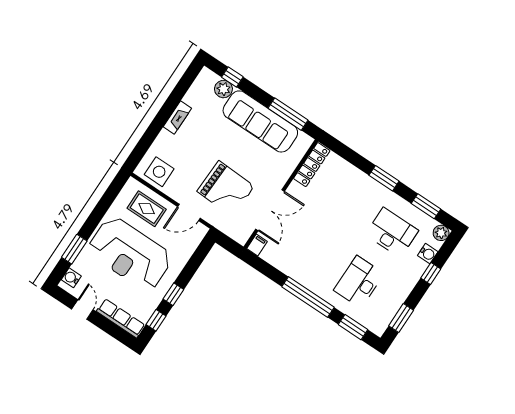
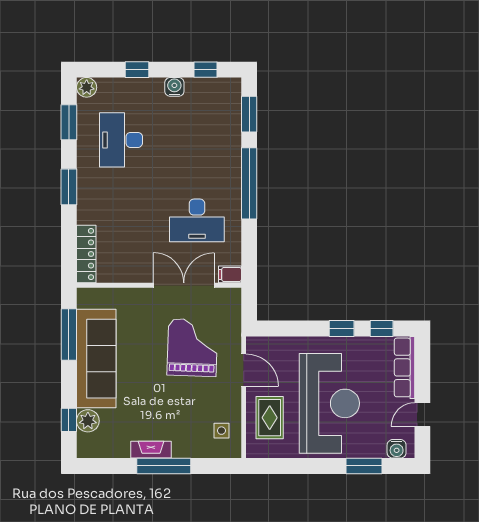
window: (161, 119) -> (164, 466), added
locker: (312, 165) -> (86, 254), moved, turned 90
side table: (159, 172) -> (221, 431), width x0.54, depth x0.54
water cooler: (428, 254) -> (174, 87), moved
desk: (359, 282) -> (197, 220), moved
window: (401, 318) -> (205, 70), width x0.67

